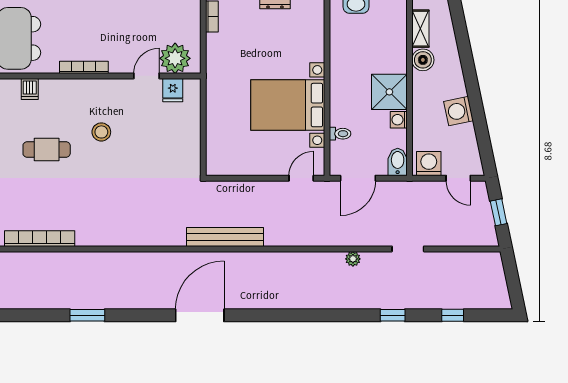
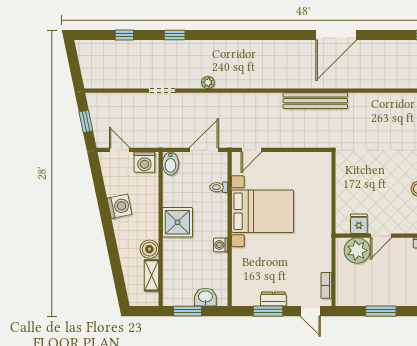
washing machine: (399, 120) -> (221, 245), moved, turned 180

